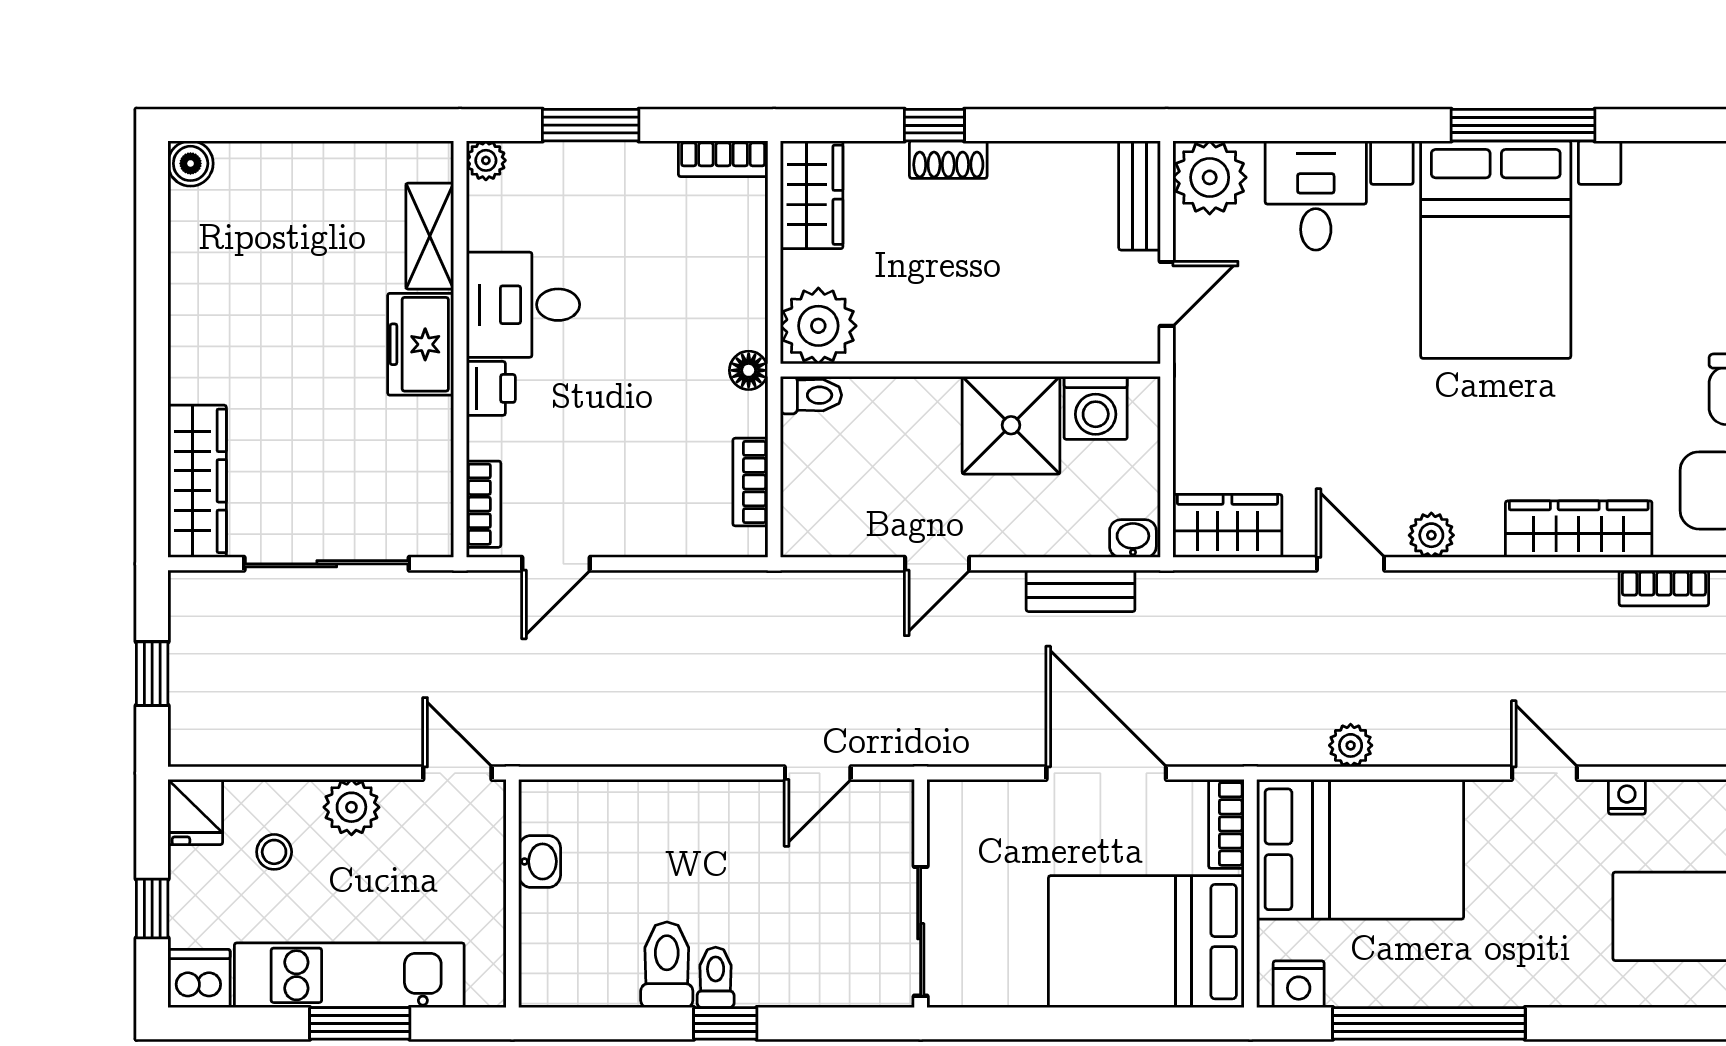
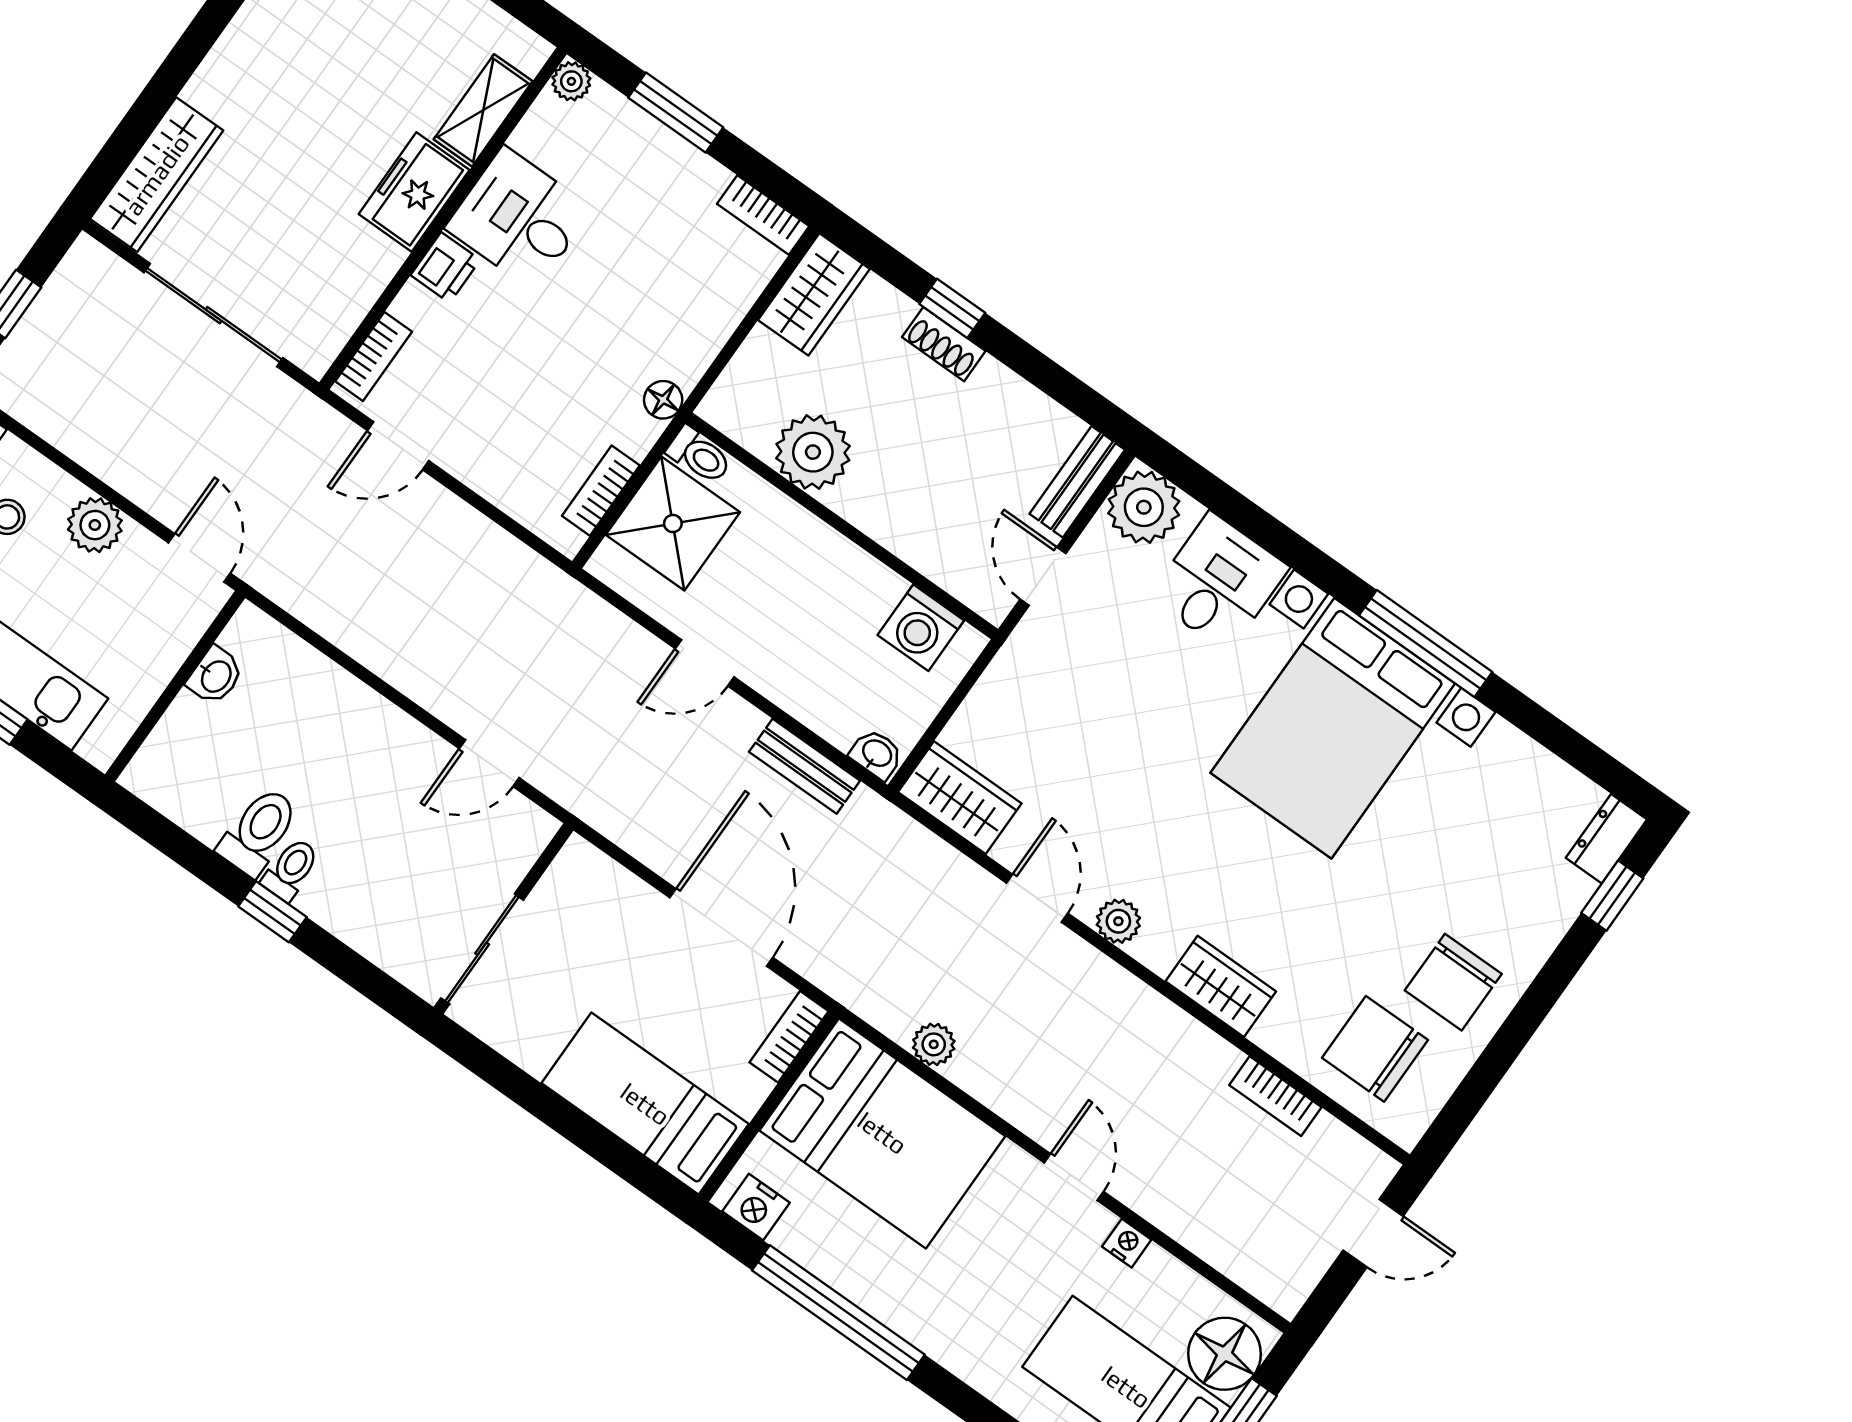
door: (1167, 294) -> (1043, 576), swing flipped
plant: (818, 326) -> (813, 452), moved
shower: (1011, 425) -> (673, 523), moved
wardrobe: (1579, 529) -> (1221, 986), width x0.67
bed: (1146, 942) -> (645, 1104), width x0.67

